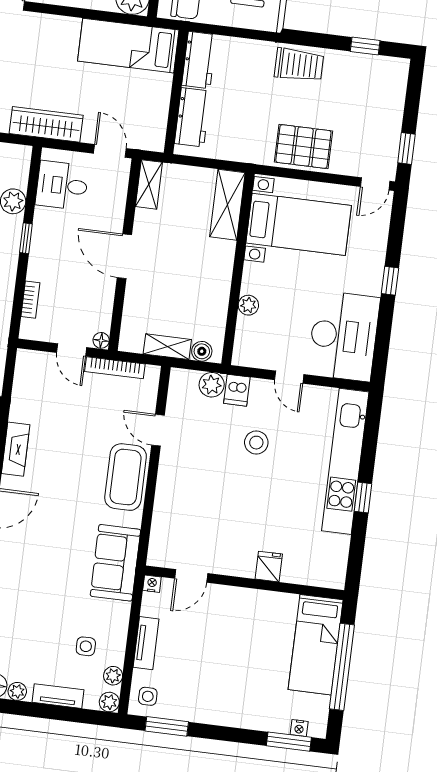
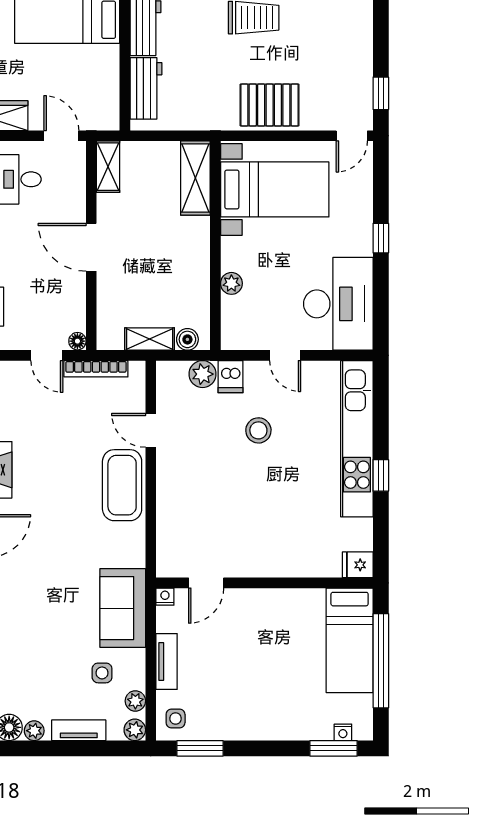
sofa: (115, 563) -> (123, 608), moved
fridge: (269, 567) -> (358, 565), moved, turned -90

